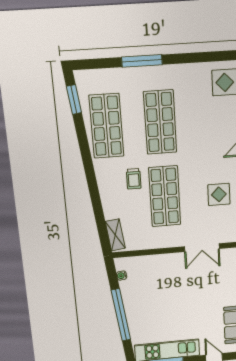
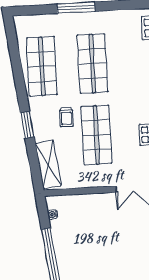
window: (74, 99) -> (27, 125), moved
shelving: (115, 235) -> (48, 164), width x1.50, depth x1.33

